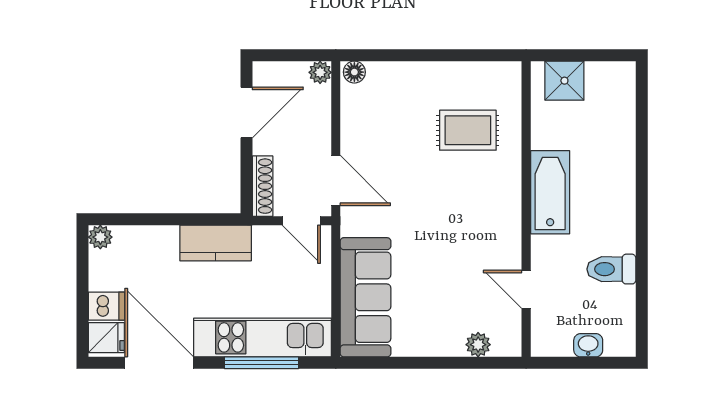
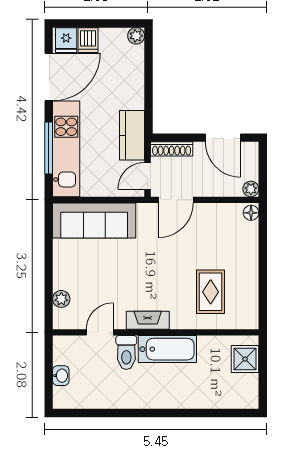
fireplace: (509, 220) -> (148, 320), added
kitchen counter: (216, 243) -> (132, 135), moved
toilet: (611, 269) -> (126, 353), moved, turned 180

